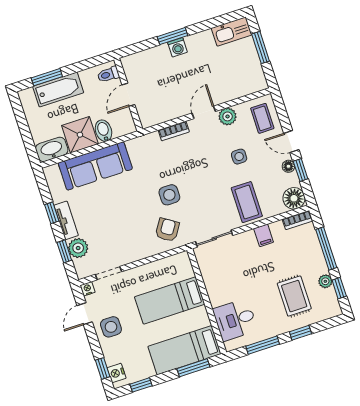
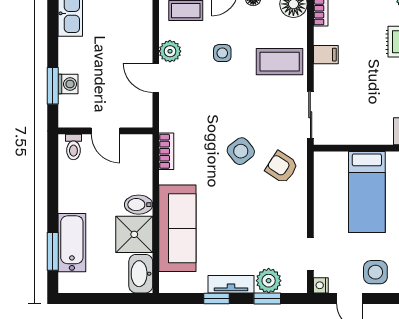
toilet: (108, 74) -> (73, 147), moved
door: (128, 95) -> (105, 131), moved
wall: (128, 95) -> (105, 131), moved
bookcase: (174, 131) -> (166, 151), moved
side table: (169, 195) -> (241, 151), turned -38

